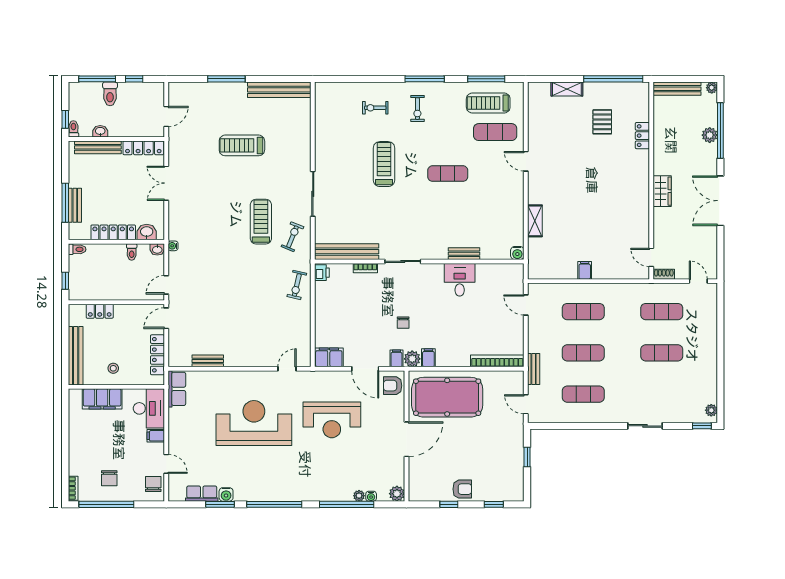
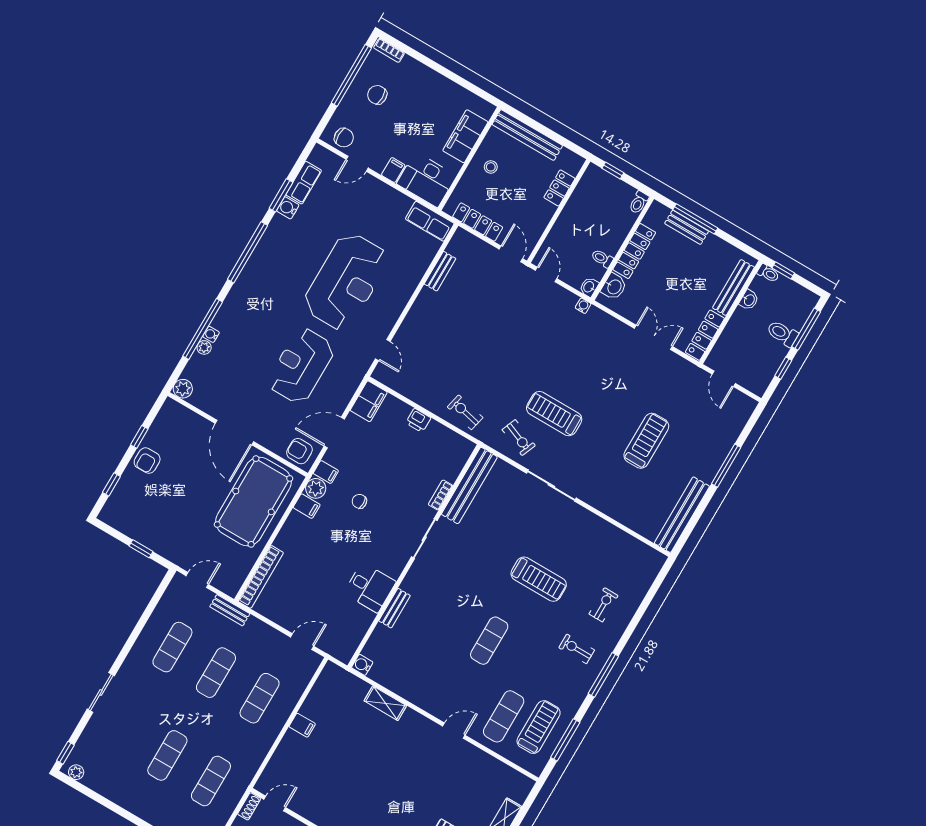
treadmill: (261, 222) -> (554, 414), turned 180
printer: (322, 273) -> (418, 420), moved
armchair: (393, 386) -> (299, 451), turned -90
water cooler: (371, 496) -> (211, 334), moved

